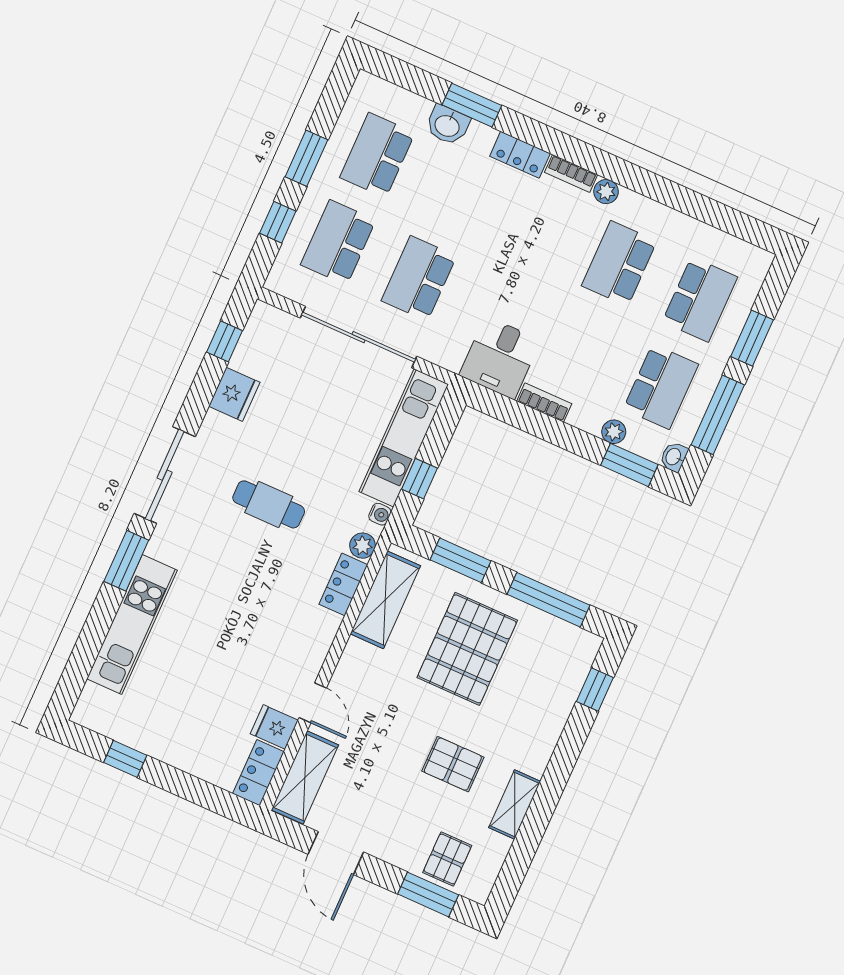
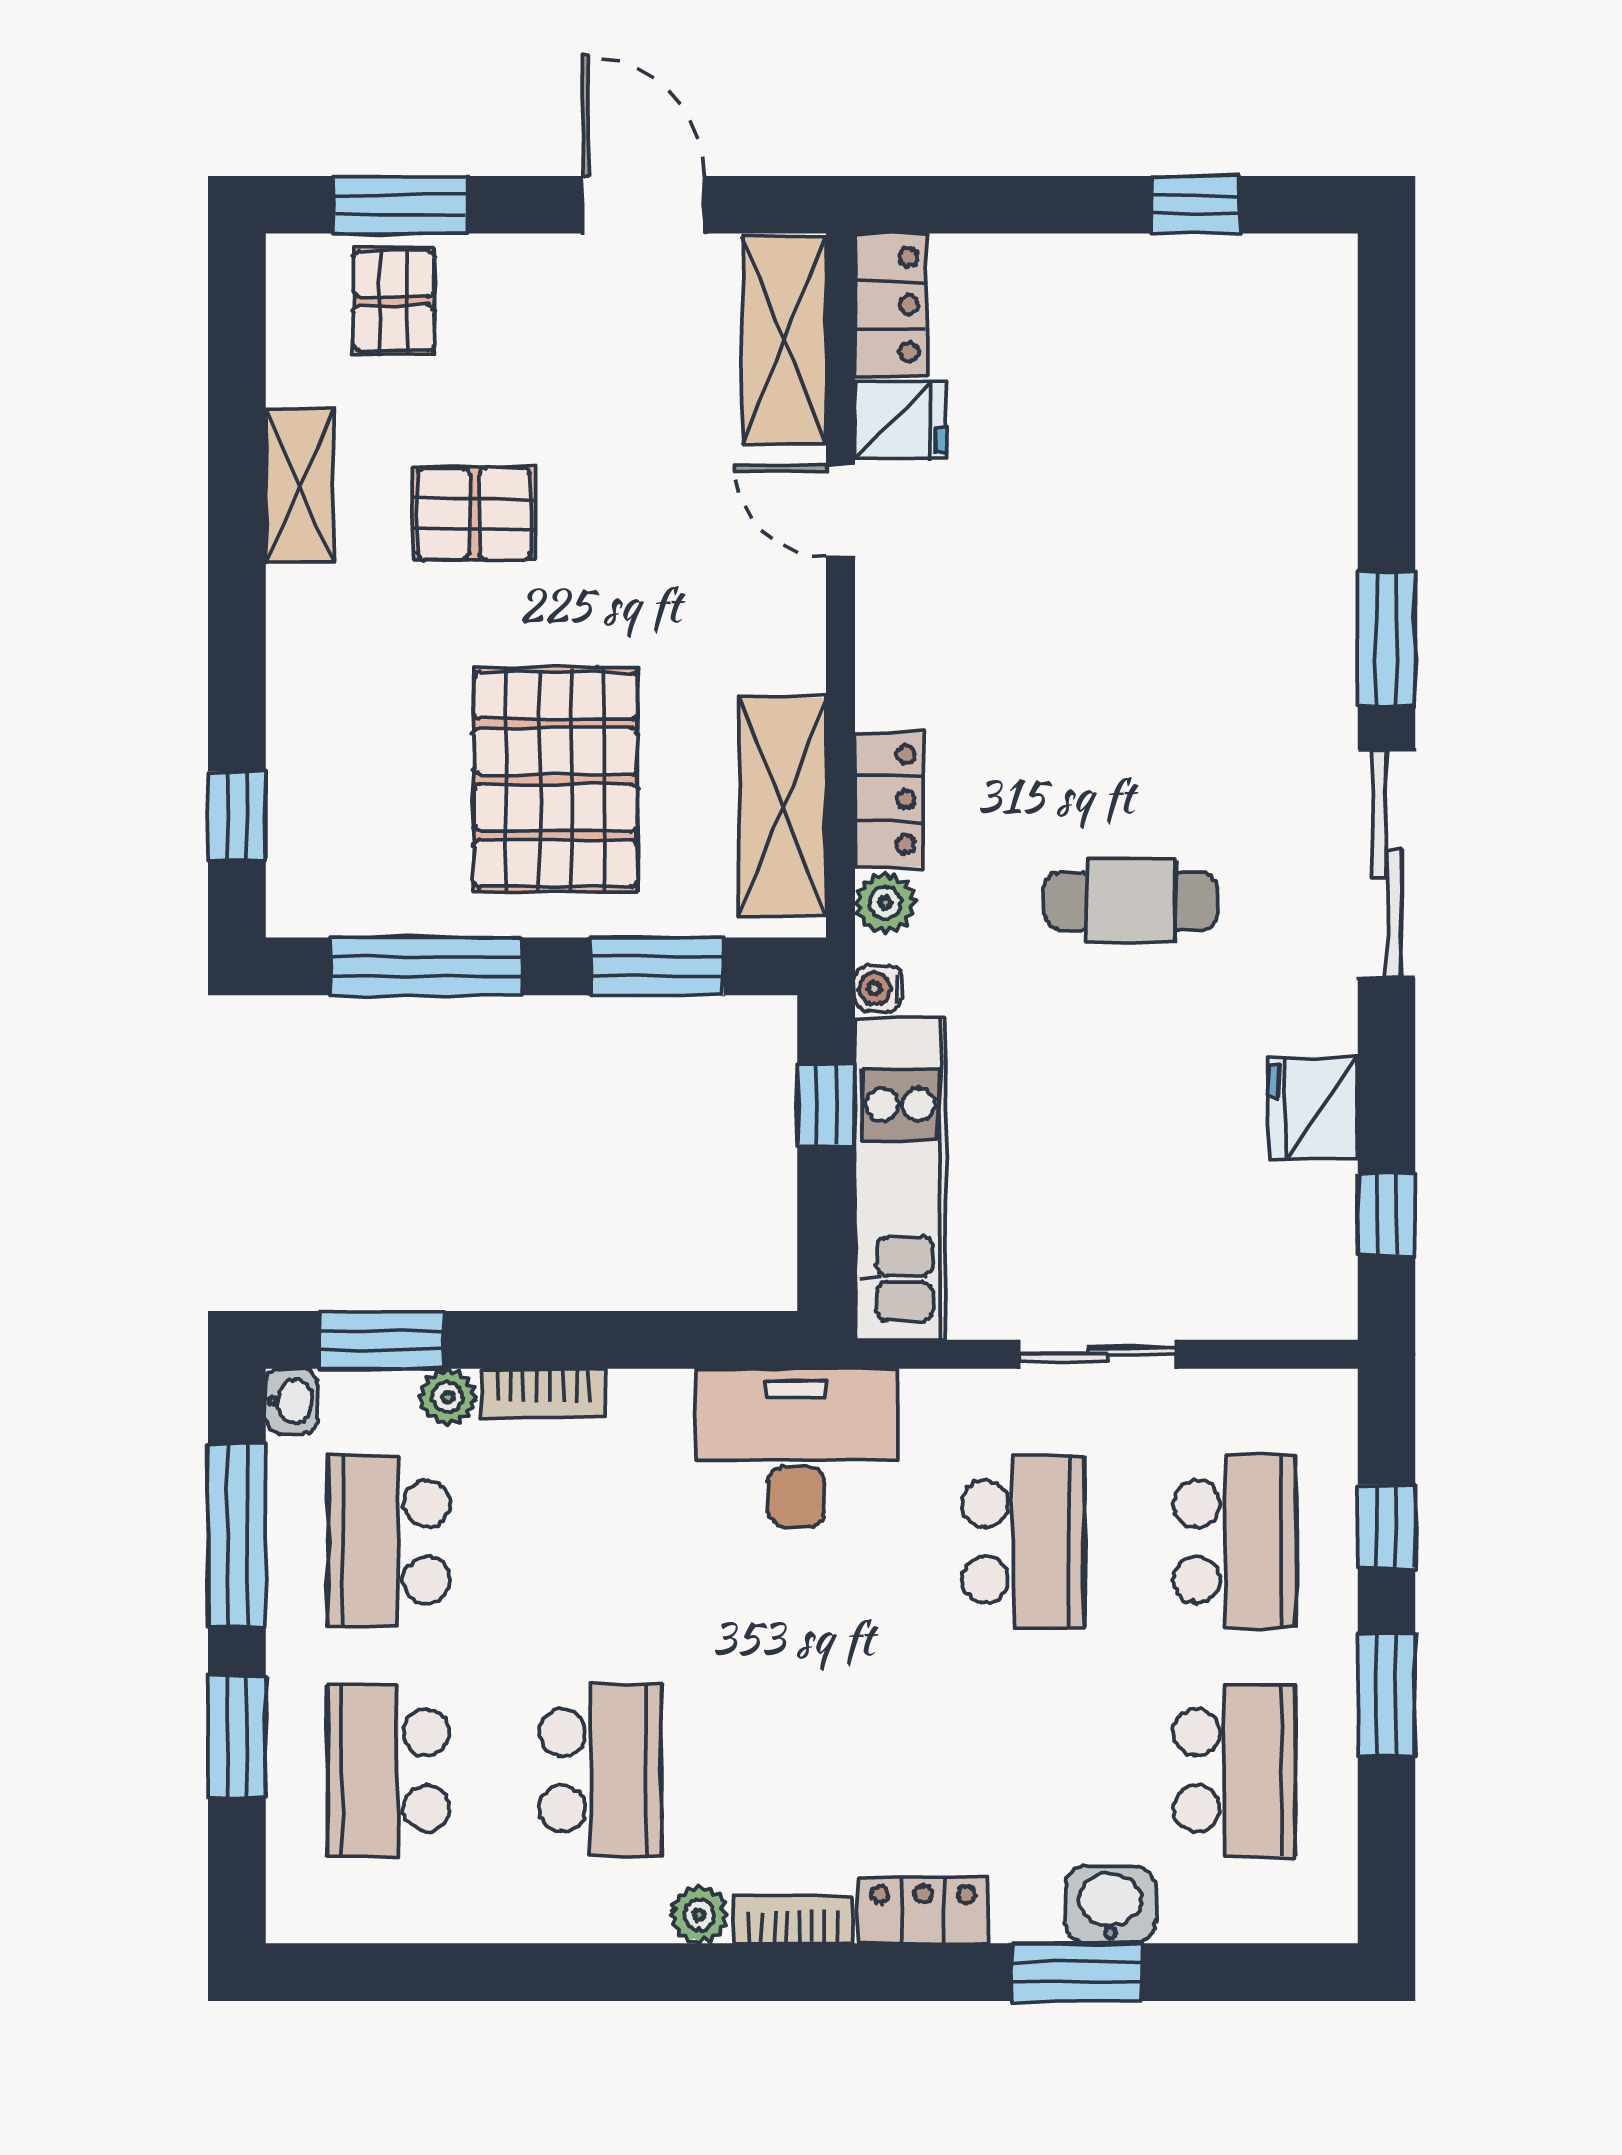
sliding door: (359, 337) -> (1098, 1354), width x0.54
desk: (500, 358) -> (796, 1448), width x1.37
bookcase: (544, 402) -> (543, 1393), moved
kitchen unit: (132, 625) -> (1312, 505), removed

